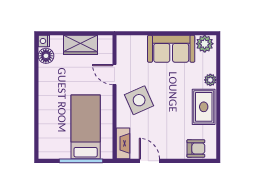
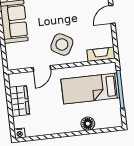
floor lamp: (46, 56) -> (88, 124), moved
side table: (139, 100) -> (62, 45), turned -37
door: (149, 161) -> (112, 14), moved

